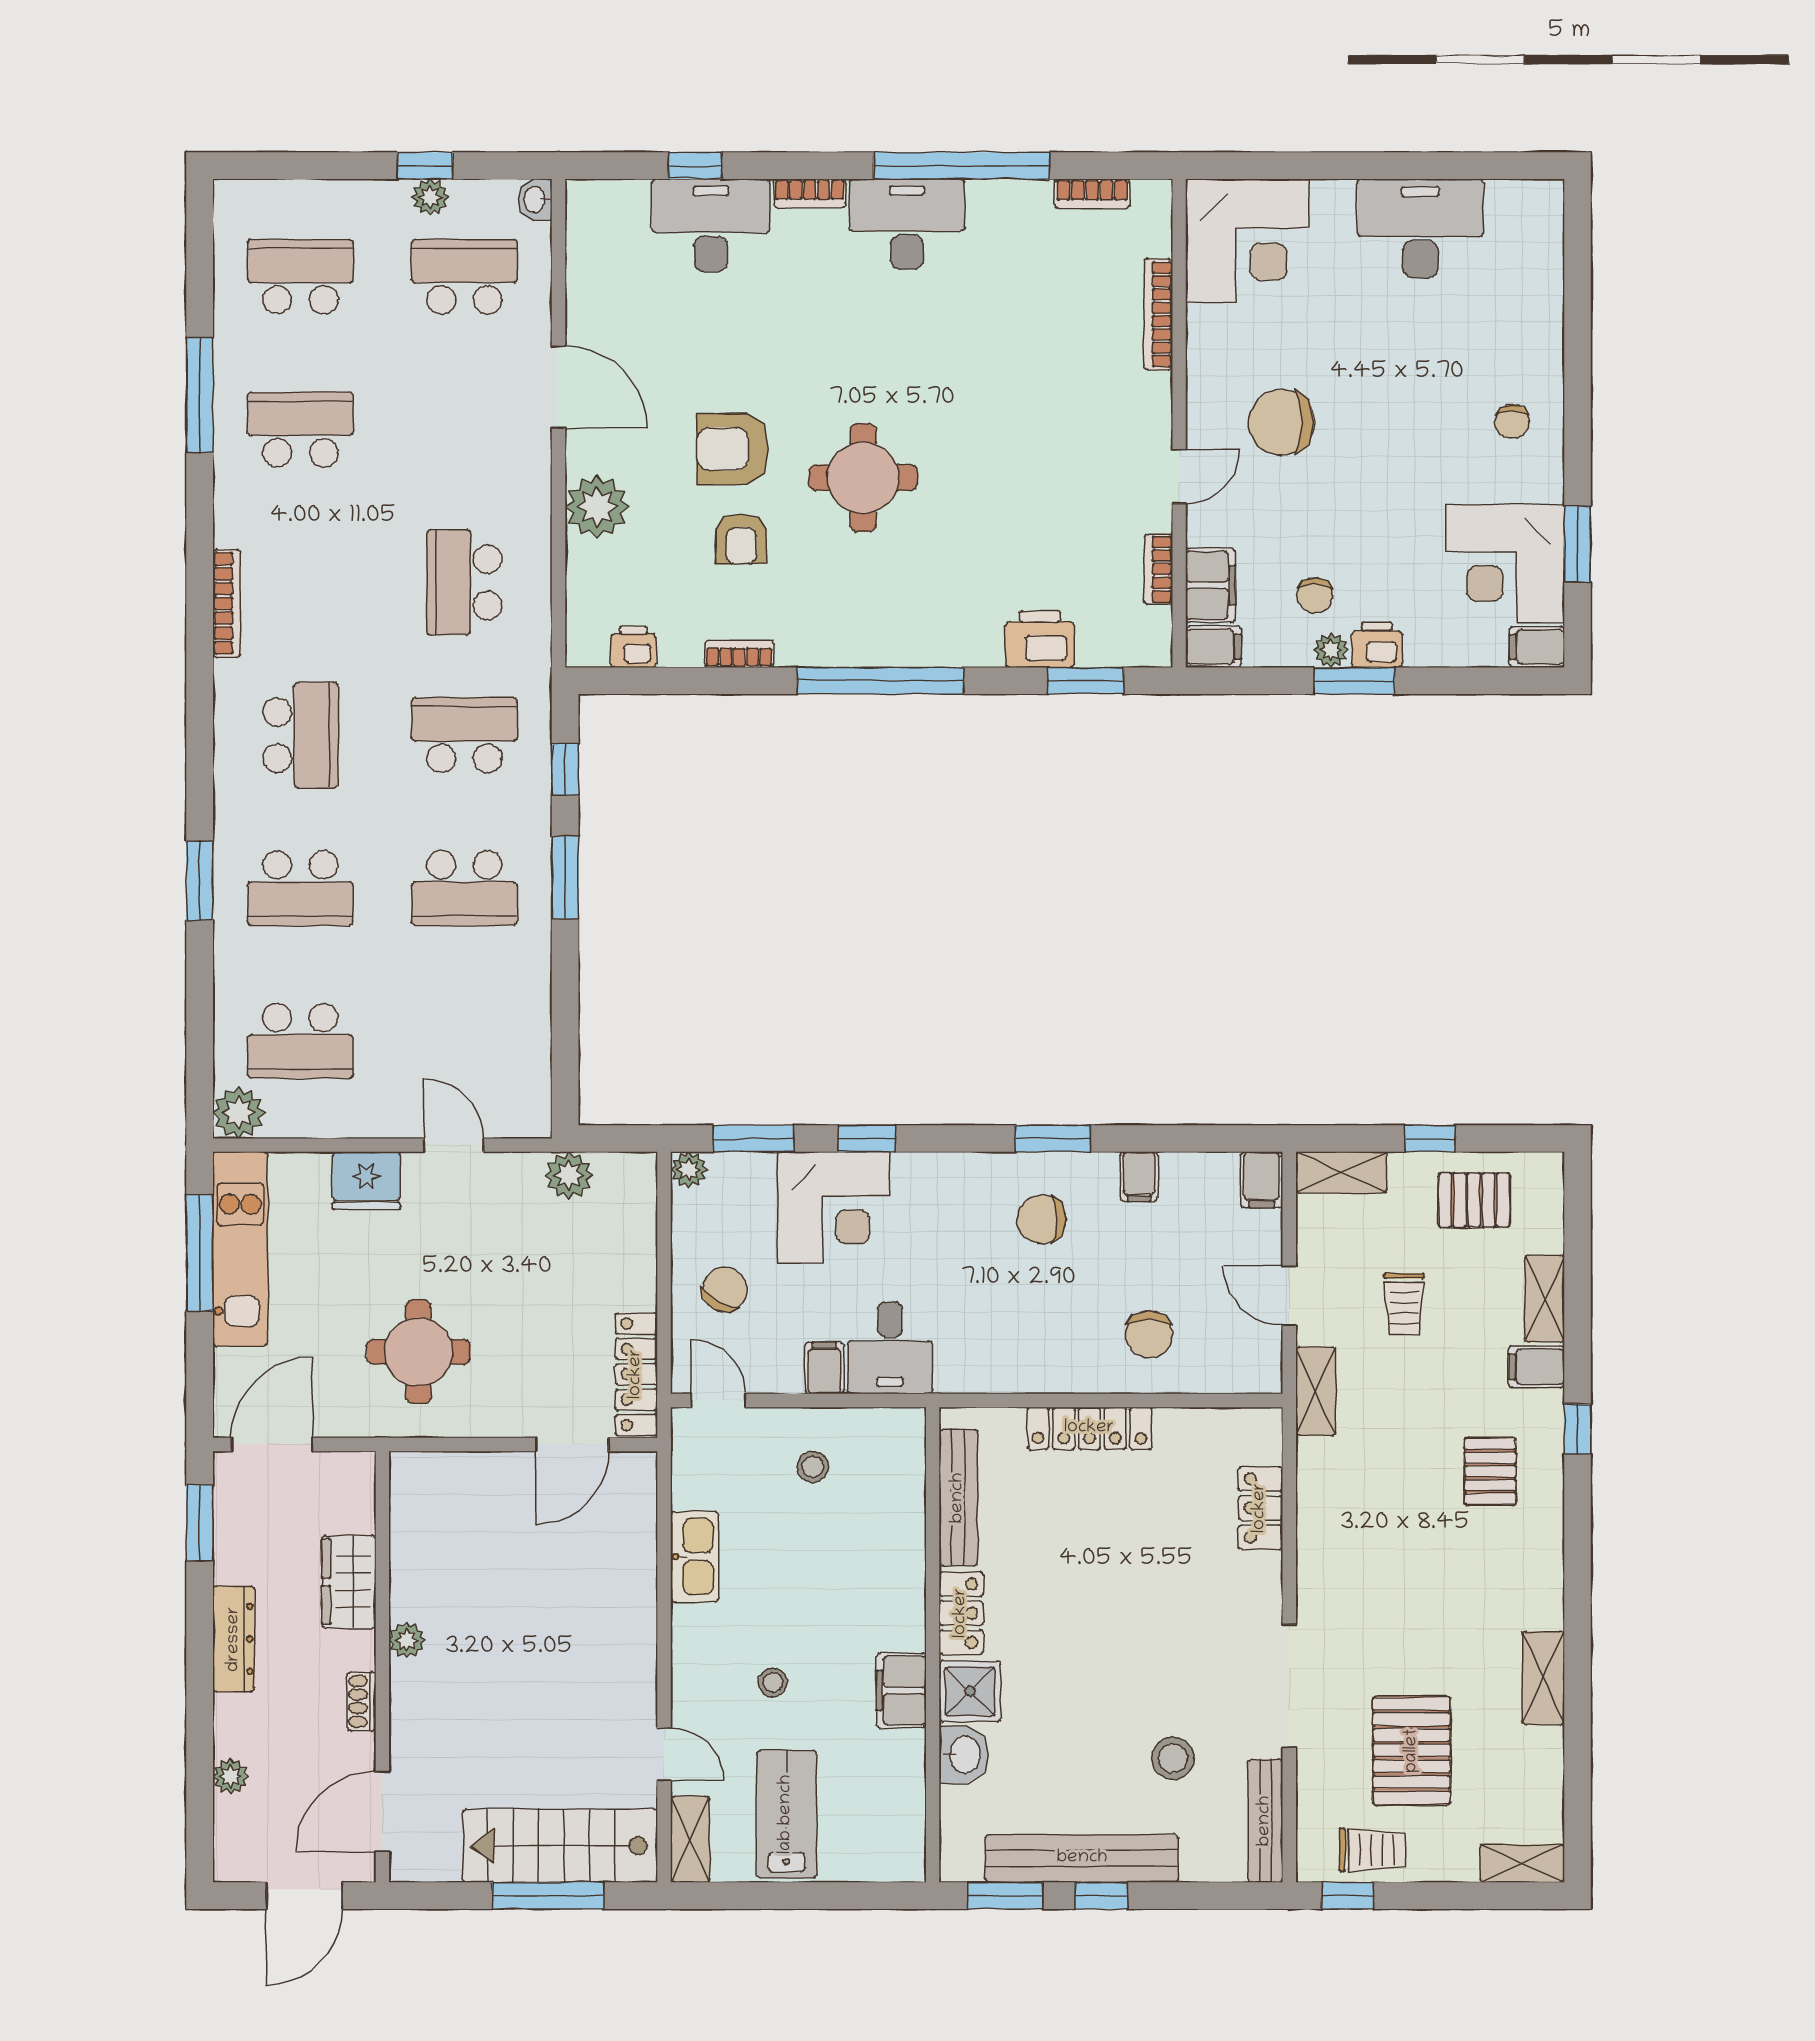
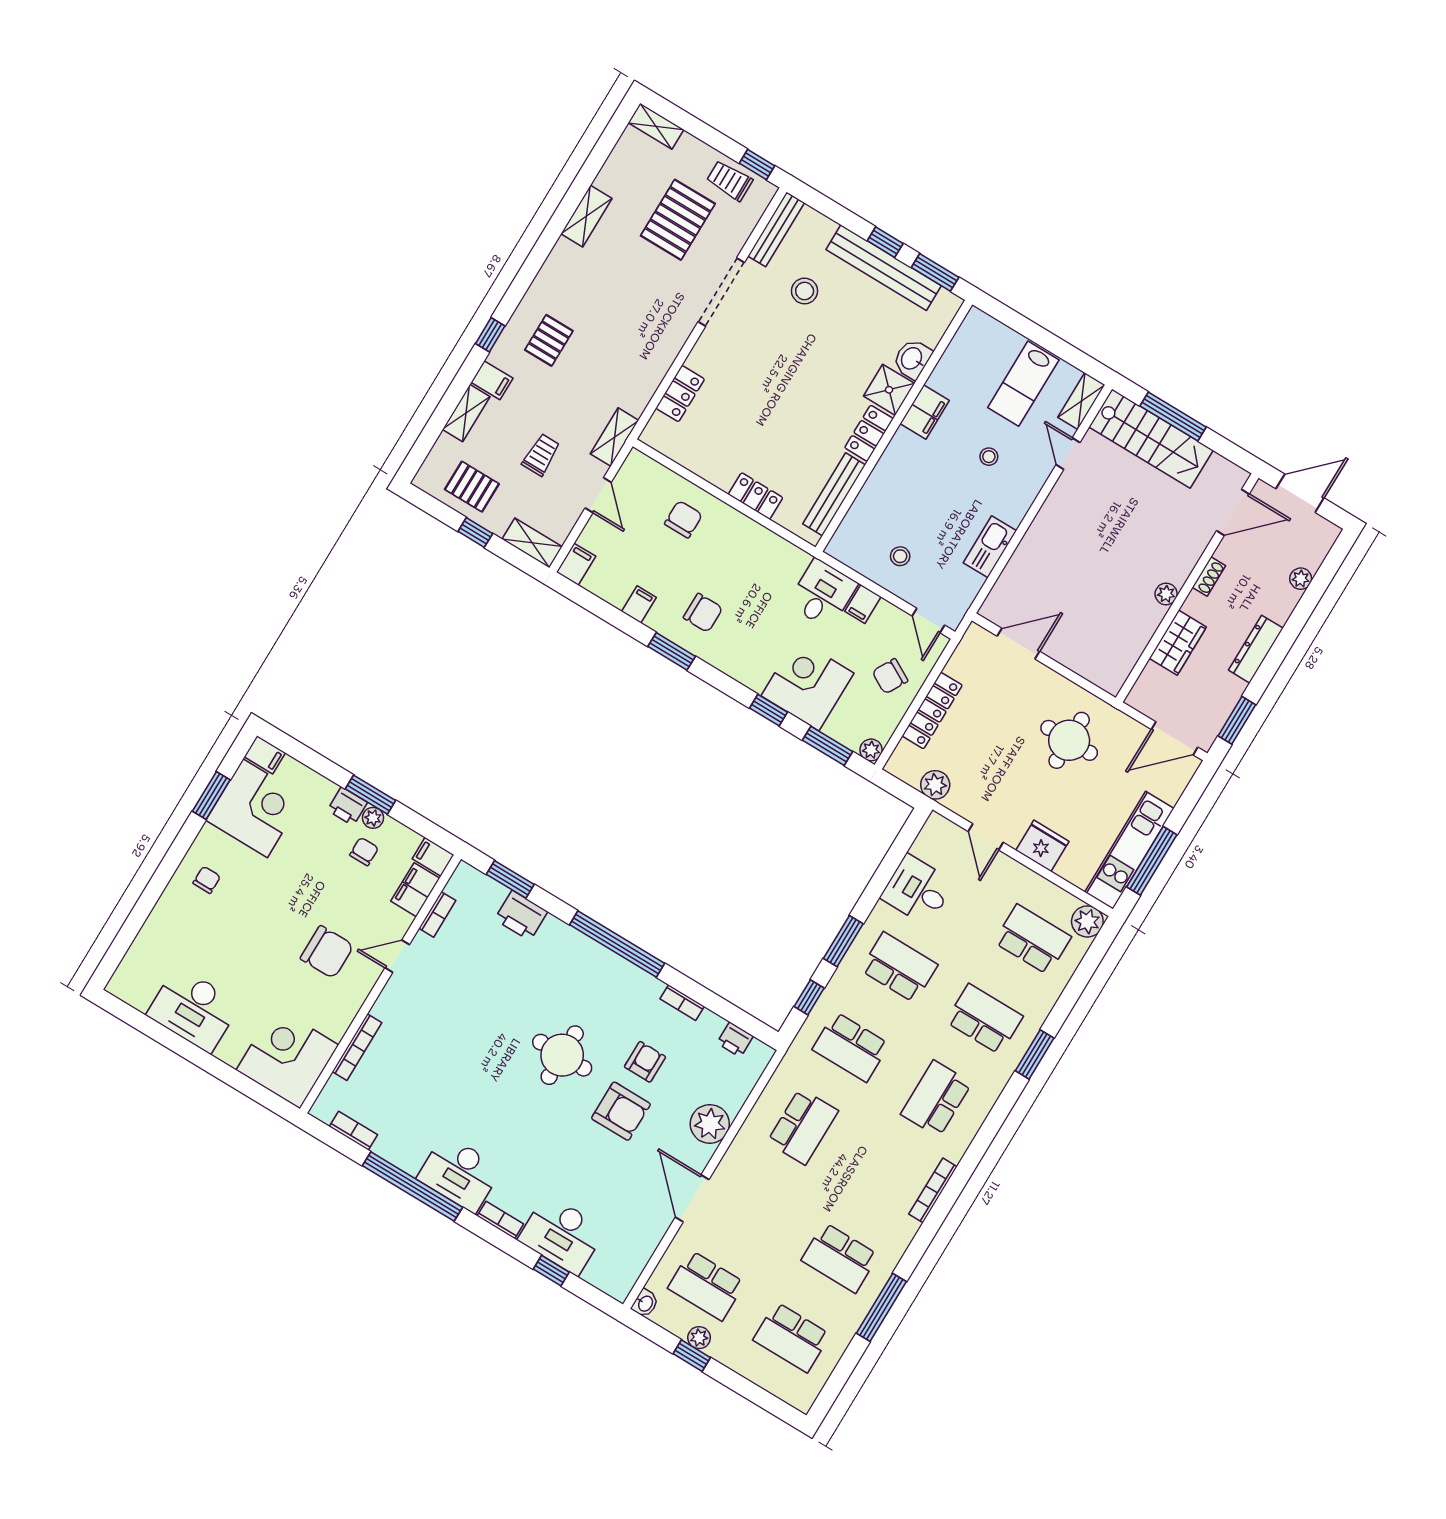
desk: (504, 1012) -> (917, 890), added
locker: (636, 1374) -> (932, 711), moved
locker: (1089, 1428) -> (756, 496), width x0.66

